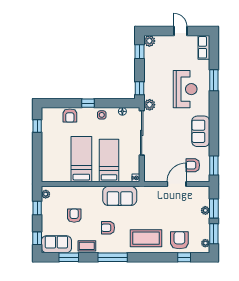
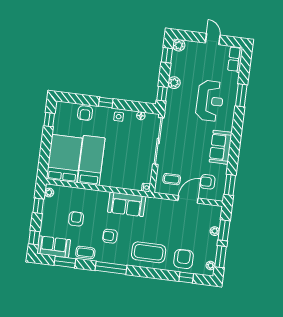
plant: (150, 105) -> (174, 83), moved
bed: (109, 161) -> (64, 158), moved, width x1.50
coffee table: (159, 167) -> (172, 179), added

